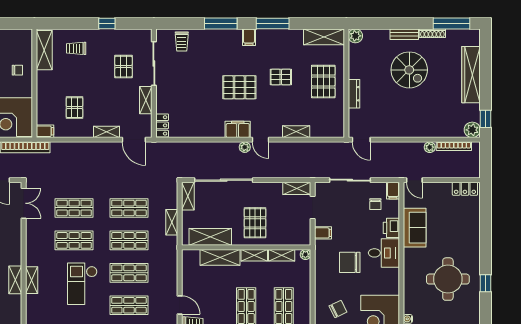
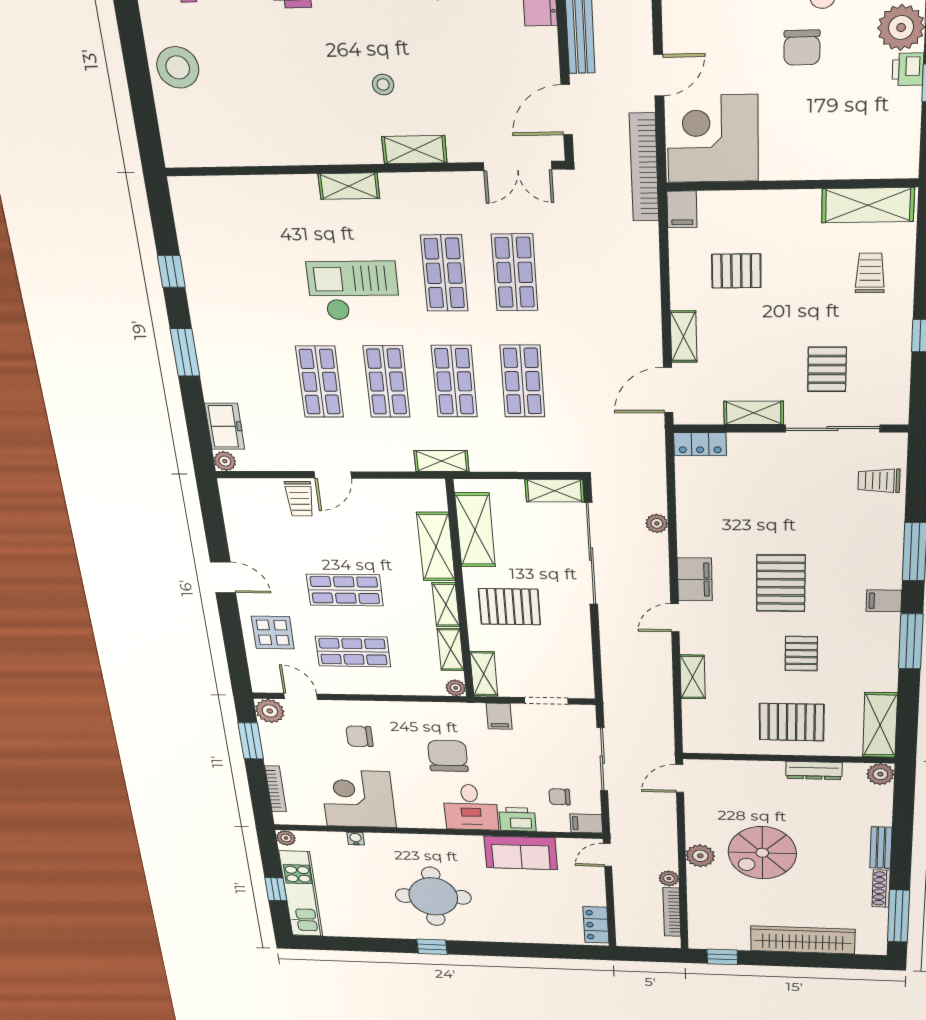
pallet: (123, 67) -> (827, 369), turned 90
chair: (17, 70) -> (822, 147), removed
spiral stairs: (409, 70) -> (762, 853), moved
dresser: (354, 94) -> (814, 770), moved
plant: (472, 130) -> (700, 856), moved
plant: (245, 147) -> (657, 523), moved
shelving: (297, 188) -> (484, 674), moved
shelving: (172, 222) -> (441, 461), moved
shelving: (15, 280) -> (414, 150), moved
chair: (338, 309) -> (359, 736), turned 116

